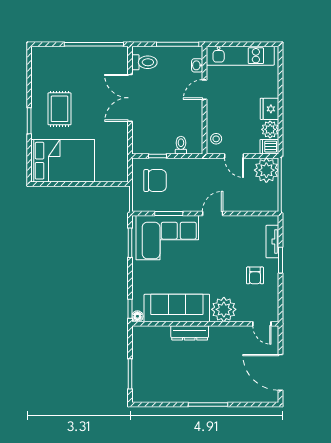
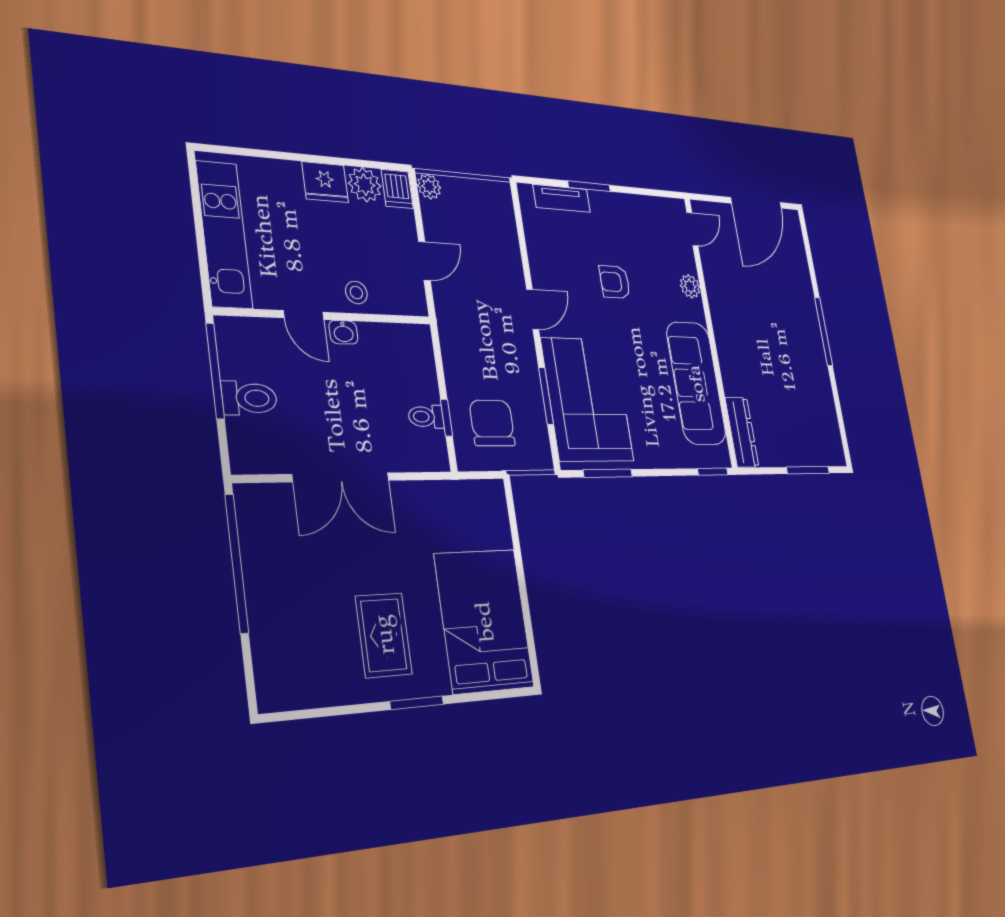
toilet: (144, 62) -> (249, 398), moved, turned 90
washbasin: (197, 65) -> (343, 332), moved
rug: (60, 109) -> (384, 635), turned 90
stool: (216, 139) -> (356, 293), moved
toilet: (181, 145) -> (426, 417), moved
plant: (266, 170) -> (429, 187), width x0.53, depth x0.53
door: (213, 213) -> (533, 309), swing flipped
armchair: (255, 275) -> (615, 282), moved, turned 180
plant: (224, 309) -> (690, 286), width x0.53, depth x0.53
floor lamp: (137, 316) -> (722, 457), removed
dresser: (190, 333) -> (742, 432), moved

